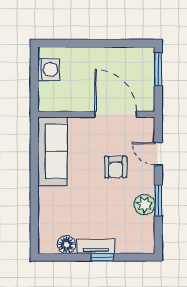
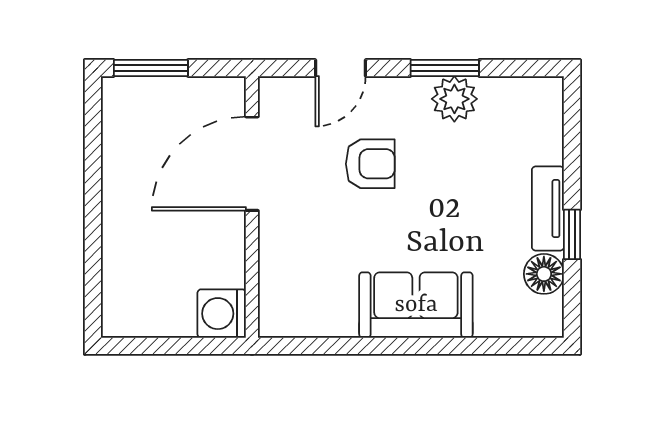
washing machine: (49, 69) -> (222, 314), moved, turned -90
sofa: (53, 151) -> (416, 305), moved, width x0.73
window: (102, 257) -> (572, 234), moved

